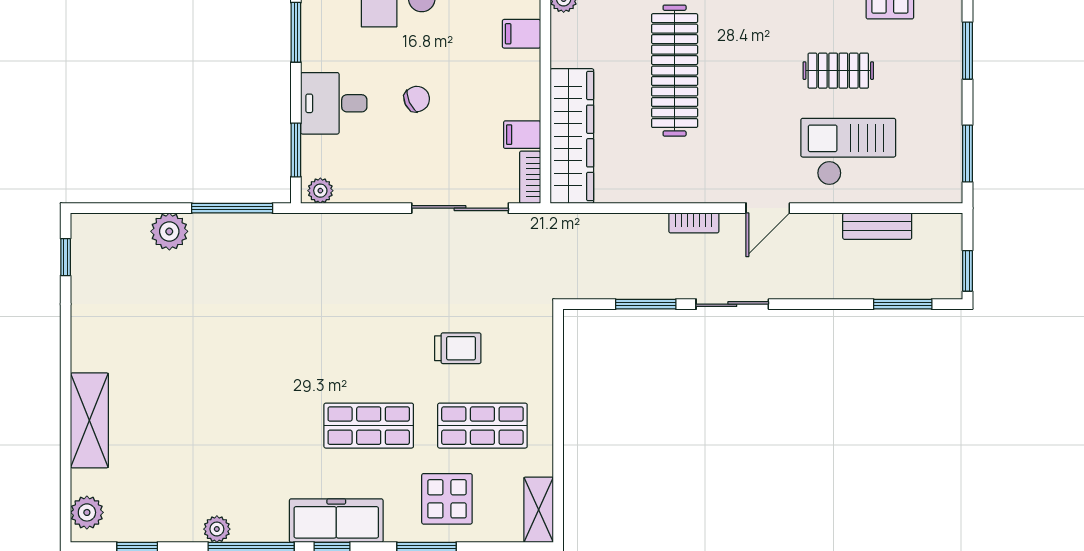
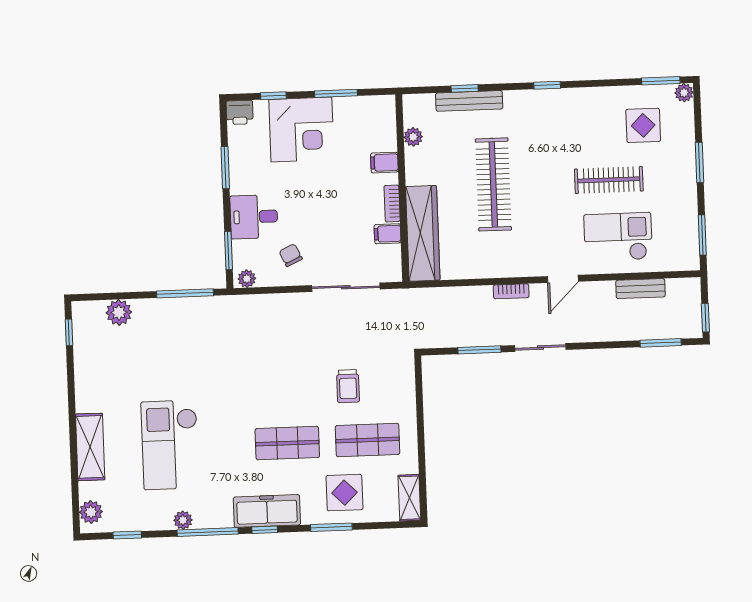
clothes rail: (838, 71) -> (609, 180), width x1.36
chair: (417, 99) -> (291, 255), moved, turned -90
bookcase: (530, 177) -> (392, 203), moved
plant: (169, 231) -> (119, 312), moved
trolley: (458, 348) -> (348, 386), turned 90
checkout: (203, 422) -> (170, 445), added

